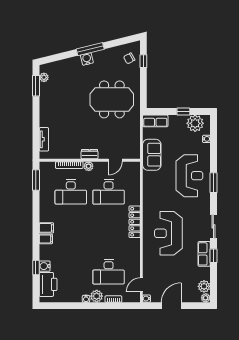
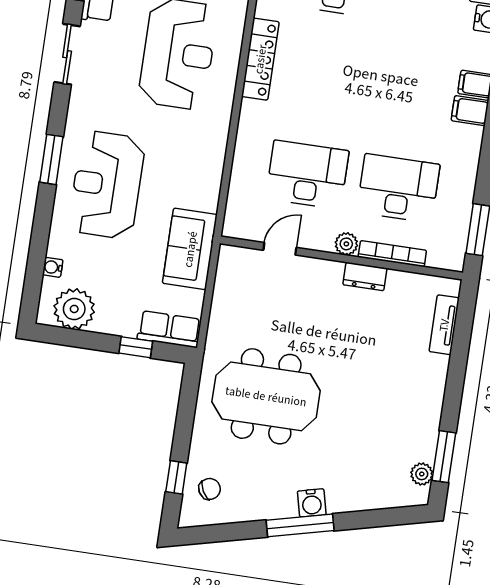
window: (183, 112) -> (136, 347), moved
dresser: (90, 154) -> (365, 276), moved
locker: (135, 222) -> (260, 59), moved

